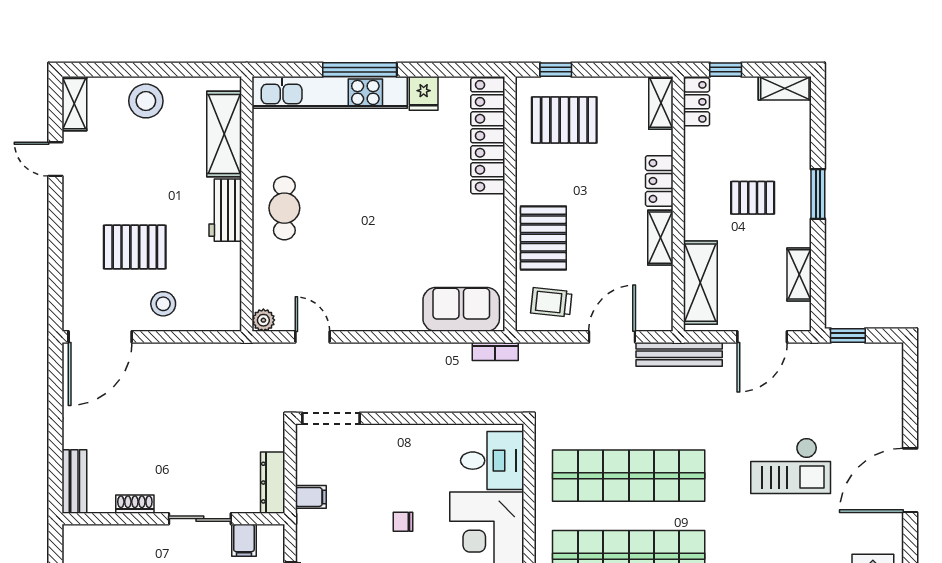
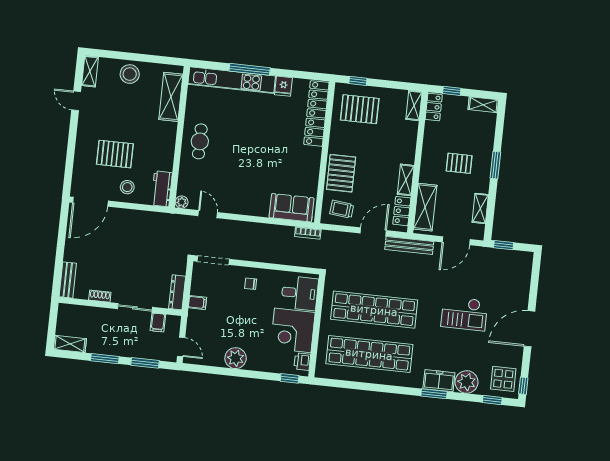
locker: (659, 181) -> (402, 211), moved
workbench: (225, 210) -> (162, 189), moved
chair: (403, 522) -> (251, 284), moved

